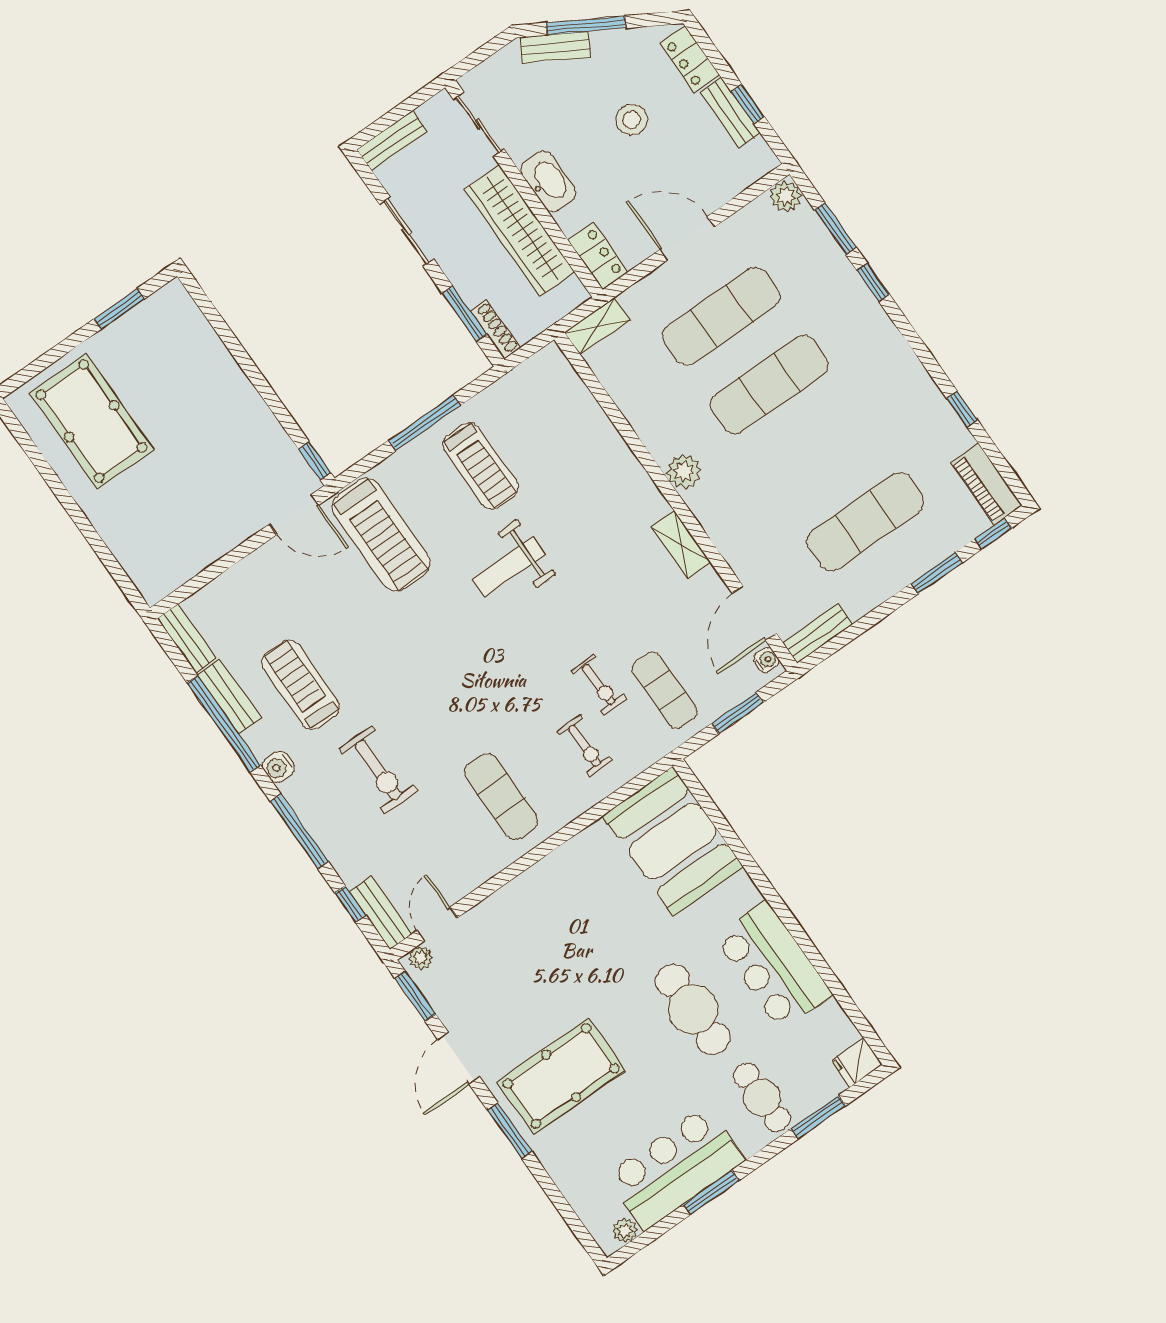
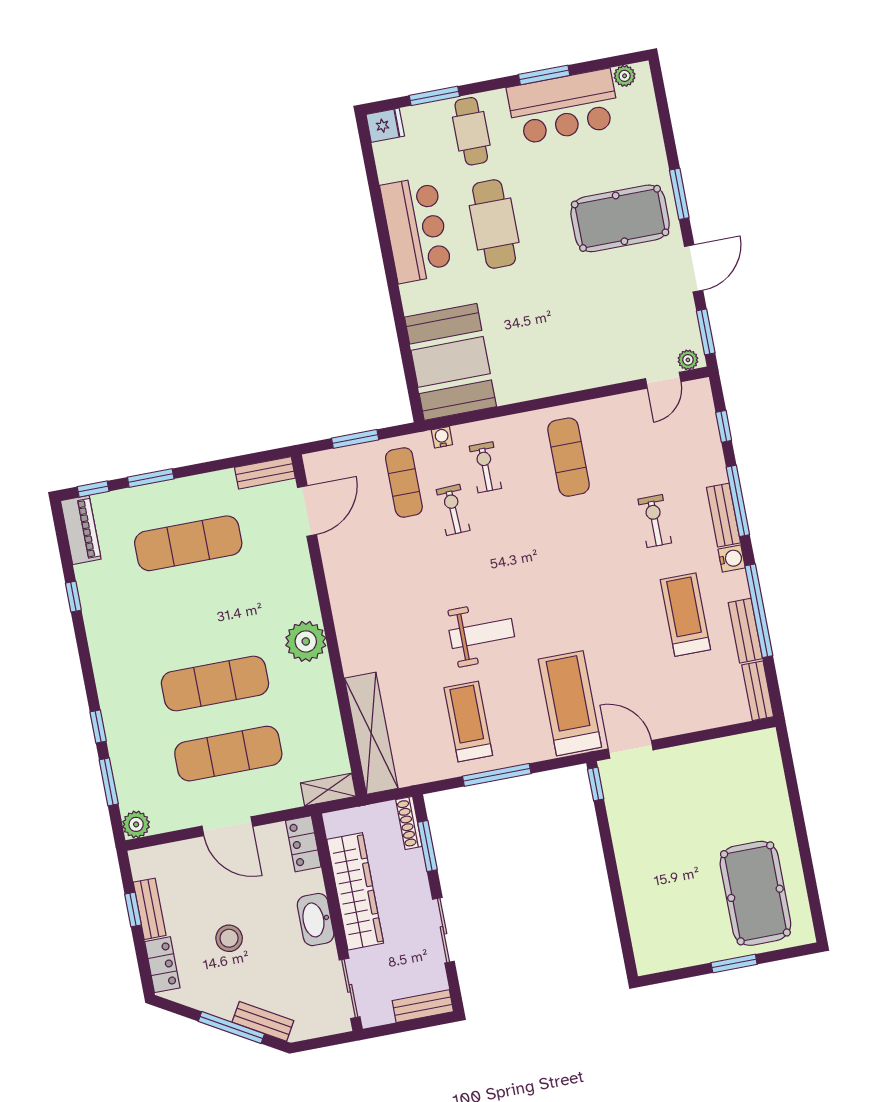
window: (119, 309) -> (734, 963), moved
plant: (684, 472) -> (306, 641), width x1.36, depth x1.36
shelving: (681, 544) -> (371, 733), moved, width x2.20, depth x1.33
water cooler: (766, 660) -> (442, 437), moved, turned 90
treadmill: (301, 685) -> (685, 615), turned 180
exercise bike: (378, 770) -> (655, 521), width x0.73, depth x0.72
bench: (381, 913) -> (723, 515), moved

